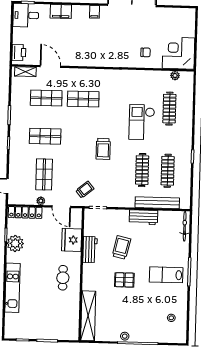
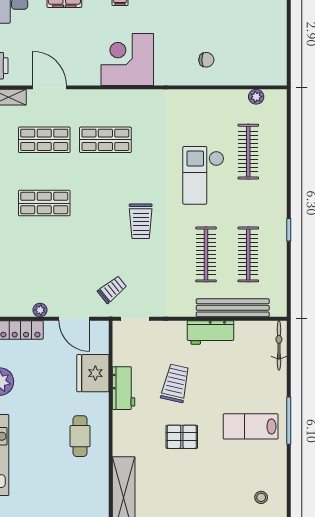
corner desk: (178, 53) -> (127, 59), moved
shop shelf: (44, 174) -> (44, 266), removed

